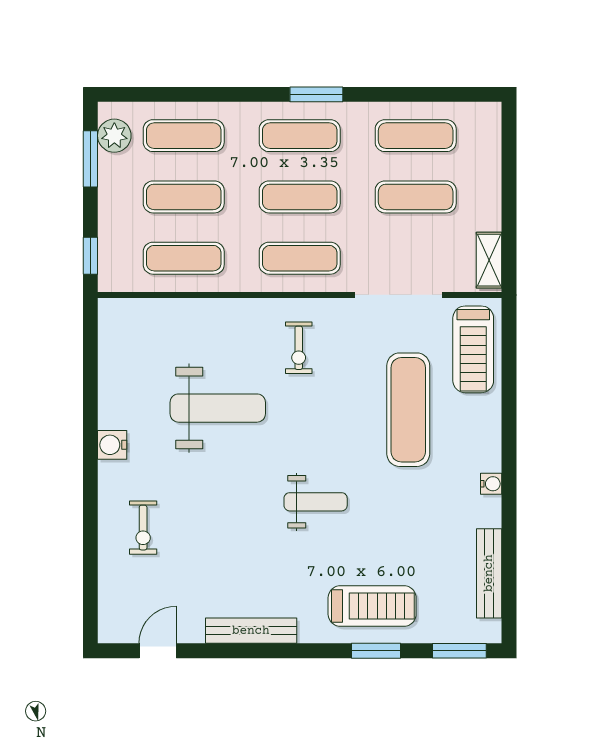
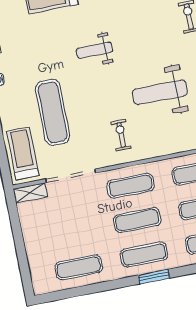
window: (316, 94) -> (154, 277), moved
exercise mat: (416, 197) -> (72, 233), removed
shelving: (489, 260) -> (30, 193), moved, turned 90

